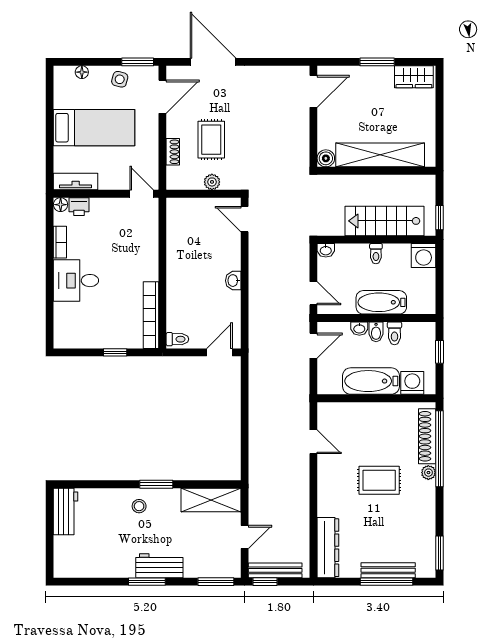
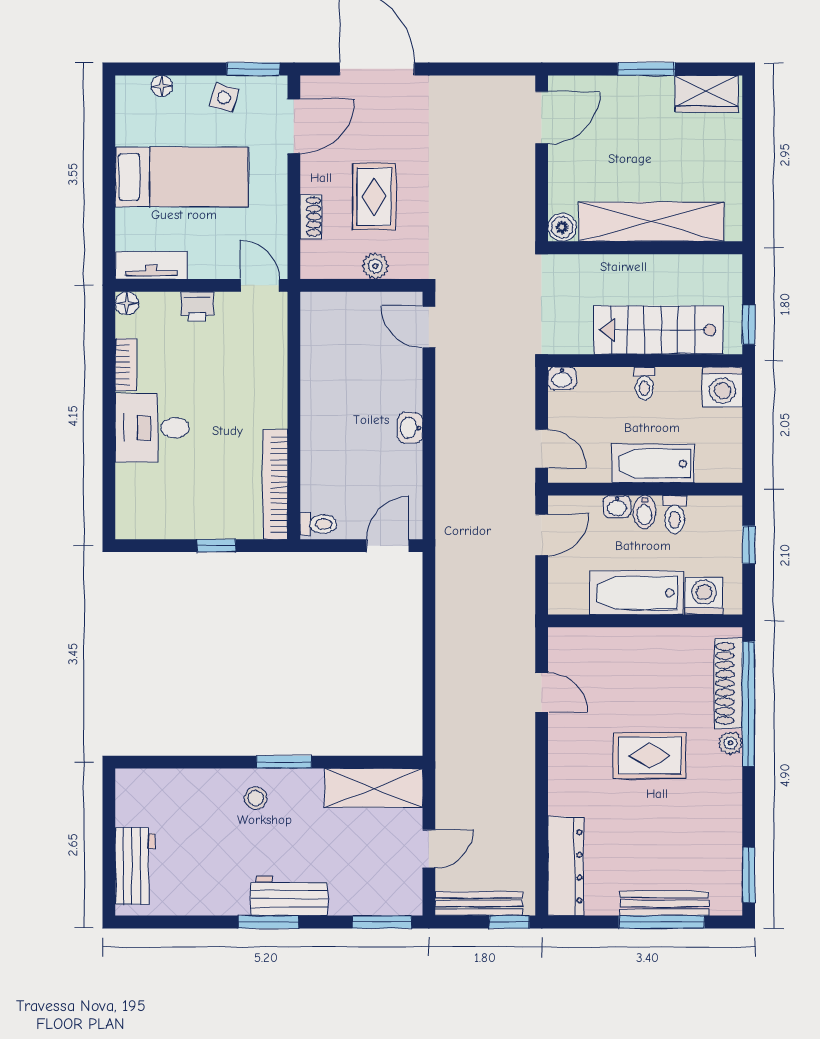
printer: (79, 207) -> (197, 306), moved
workbench: (66, 511) -> (135, 866), moved
window: (265, 582) -> (509, 922), moved

